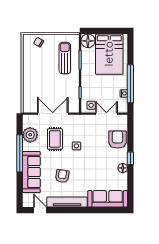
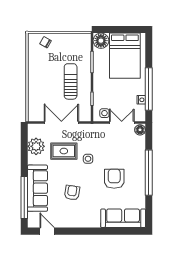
sun lounger: (65, 58) -> (71, 81), moved
rug: (55, 139) -> (64, 151), turned 90
armchair: (117, 139) -> (114, 179), moved
window: (20, 153) -> (24, 197), moved
window: (130, 158) -> (149, 173), width x3.17
floor lamp: (123, 168) -> (140, 130), moved
tv unit: (67, 202) -> (77, 222), removed

